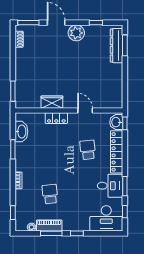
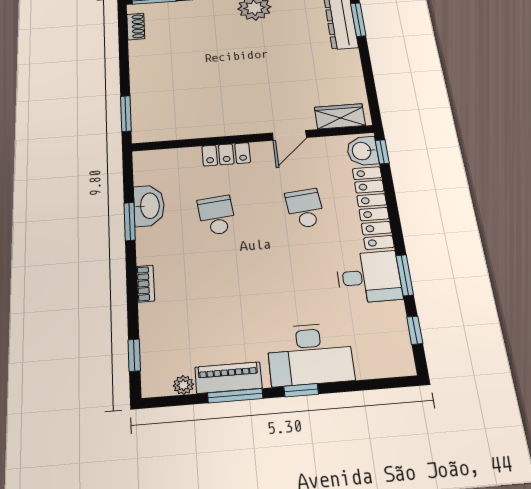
wardrobe: (52, 102) -> (340, 116), moved
door: (85, 110) -> (289, 135), swing flipped
washbasin: (21, 132) -> (149, 206), moved
school desk: (50, 194) -> (217, 215), moved
desk: (106, 218) -> (310, 354), moved

